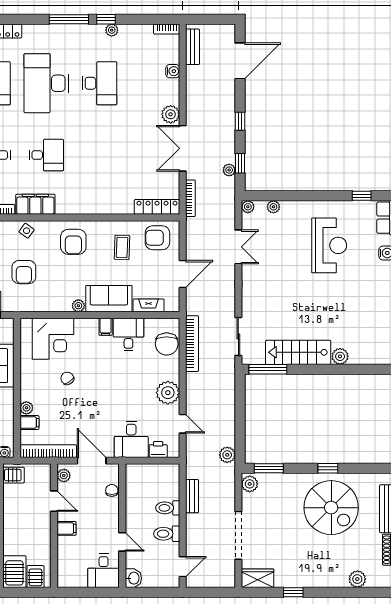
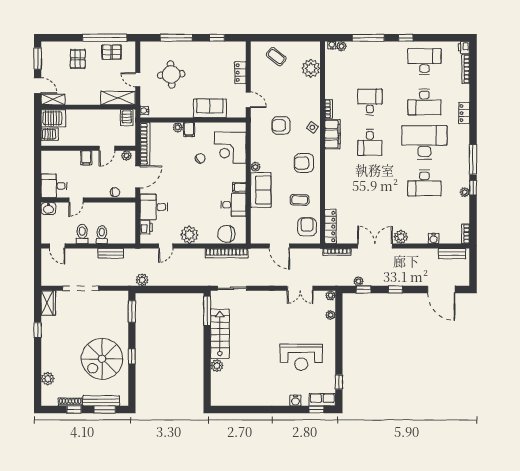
fireplace: (149, 305) -> (256, 220), removed
filing cabinet: (29, 423) -> (189, 130), moved
plant: (250, 484) -> (120, 297), removed

